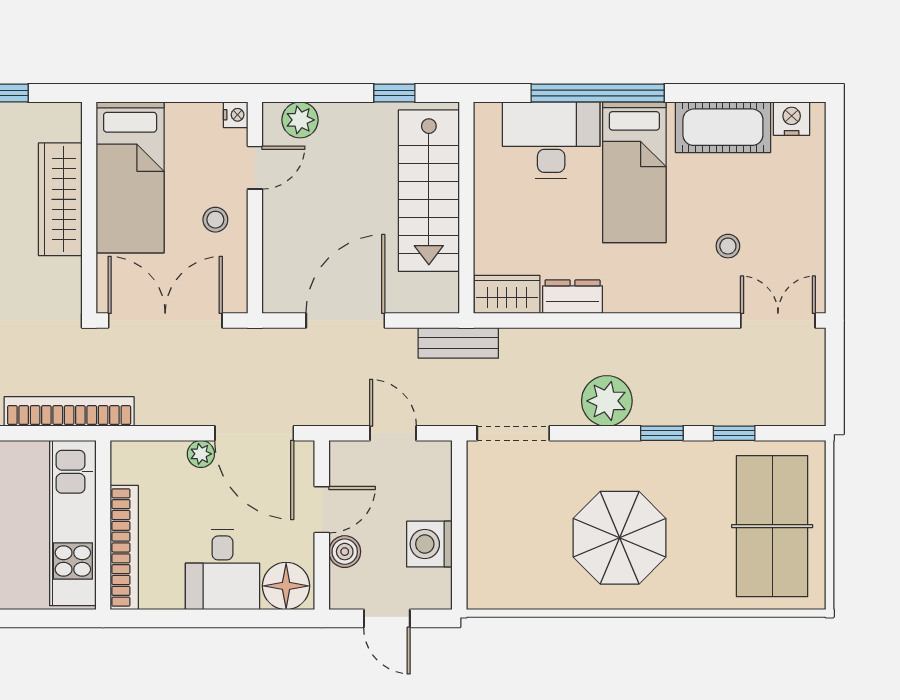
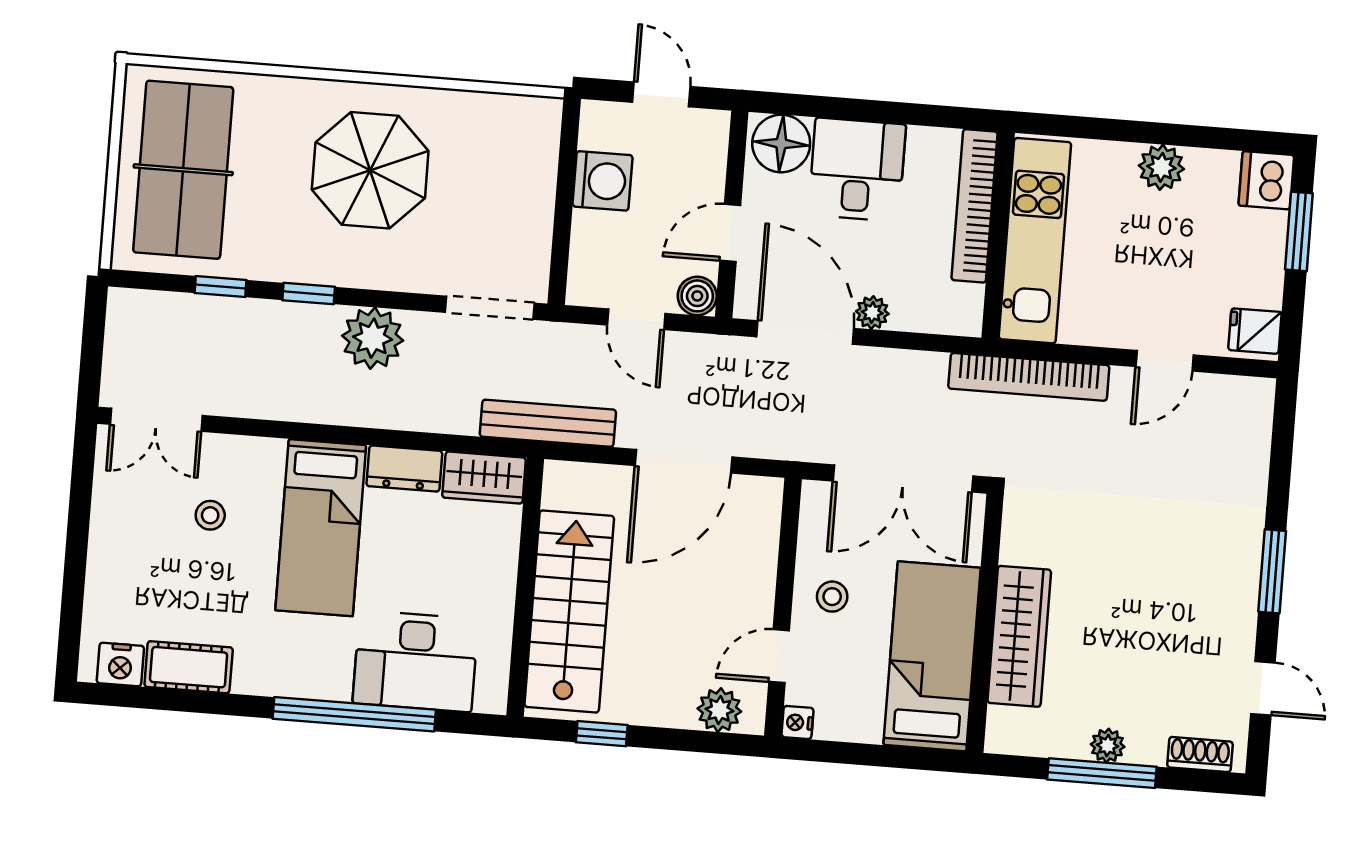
cot: (723, 127) -> (189, 667), width x0.73, depth x0.75
bed: (634, 172) -> (321, 528), moved, turned 180
bench: (458, 343) -> (548, 423), width x1.36
boiler: (345, 552) -> (697, 296), moved

